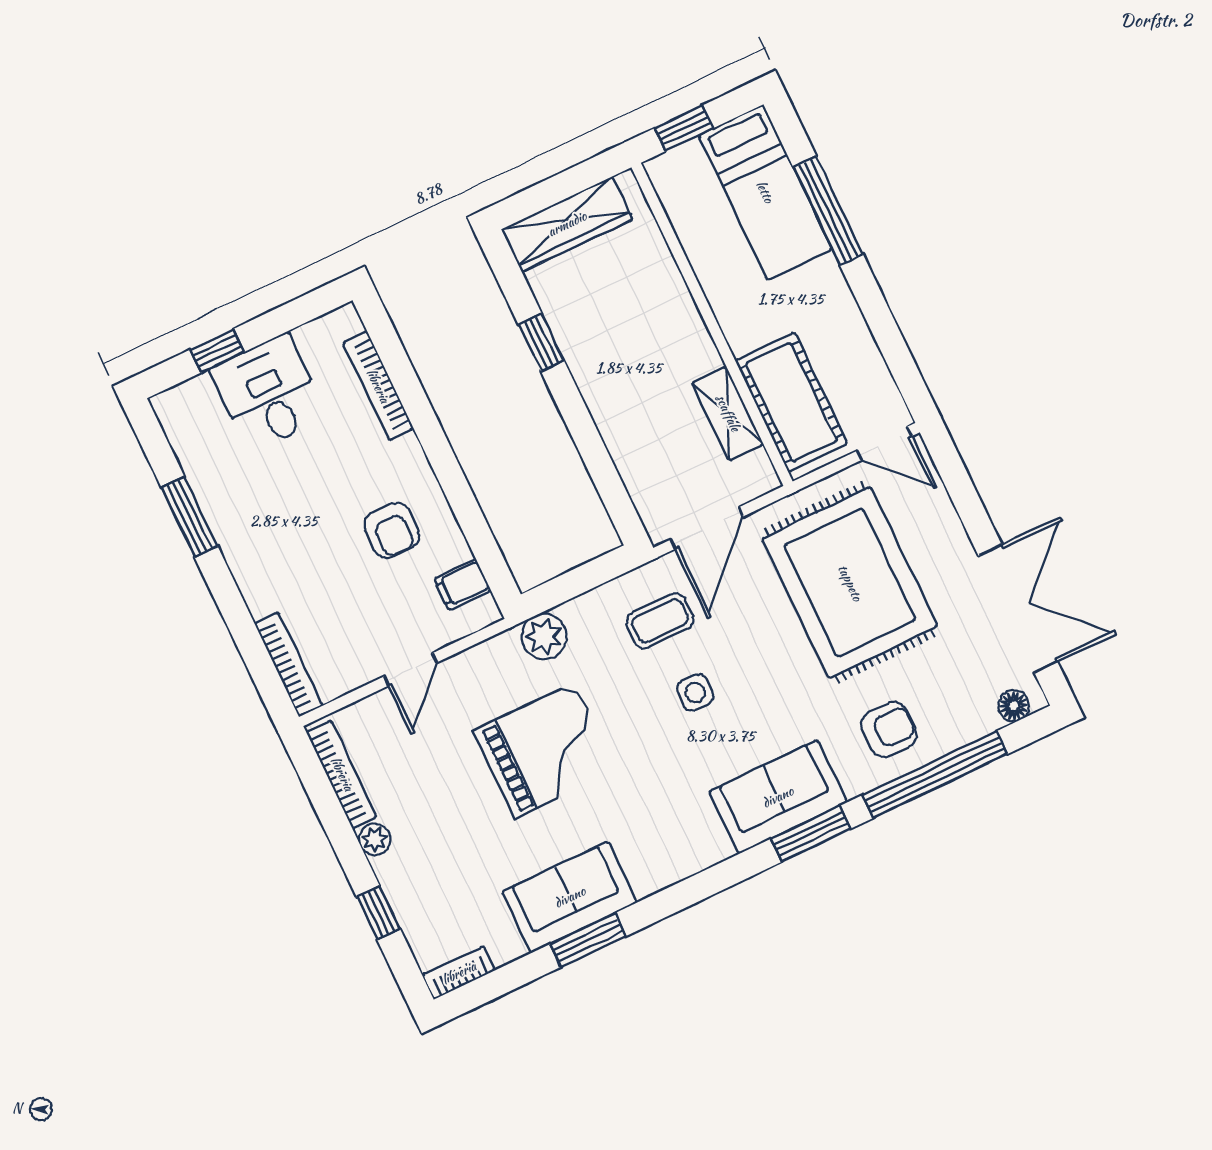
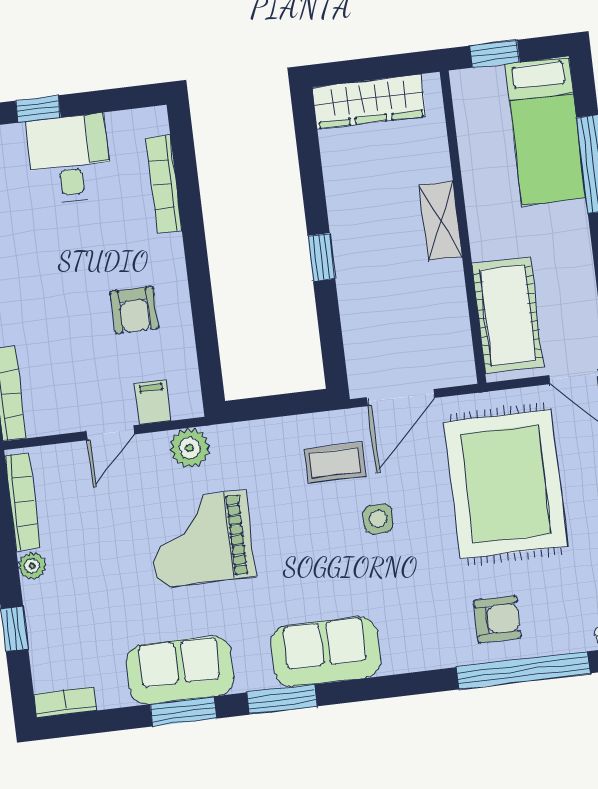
window: (541, 343) -> (321, 257), moved
shelving: (728, 413) -> (440, 221), moved
filing cabinet: (462, 584) -> (153, 402), moved, turned 90
plant: (544, 636) -> (190, 448), moved
side table: (695, 692) -> (378, 519), moved
grand piano: (545, 751) -> (201, 539), turned 180
sofa: (778, 797) -> (326, 652), moved
window: (811, 834) -> (282, 699), moved

